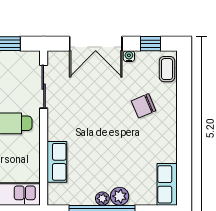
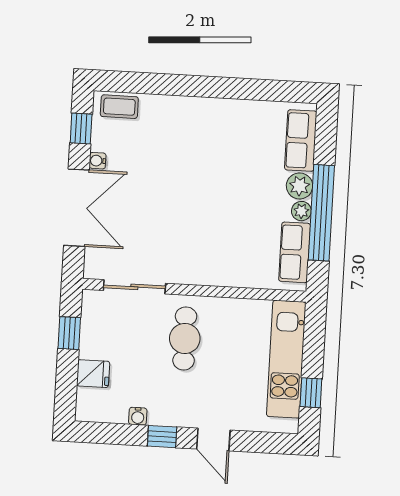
chair: (144, 106) -> (171, 144), removed
row of seats: (57, 162) -> (295, 252), moved, turned -90
row of seats: (167, 184) -> (301, 141), moved, turned 90

